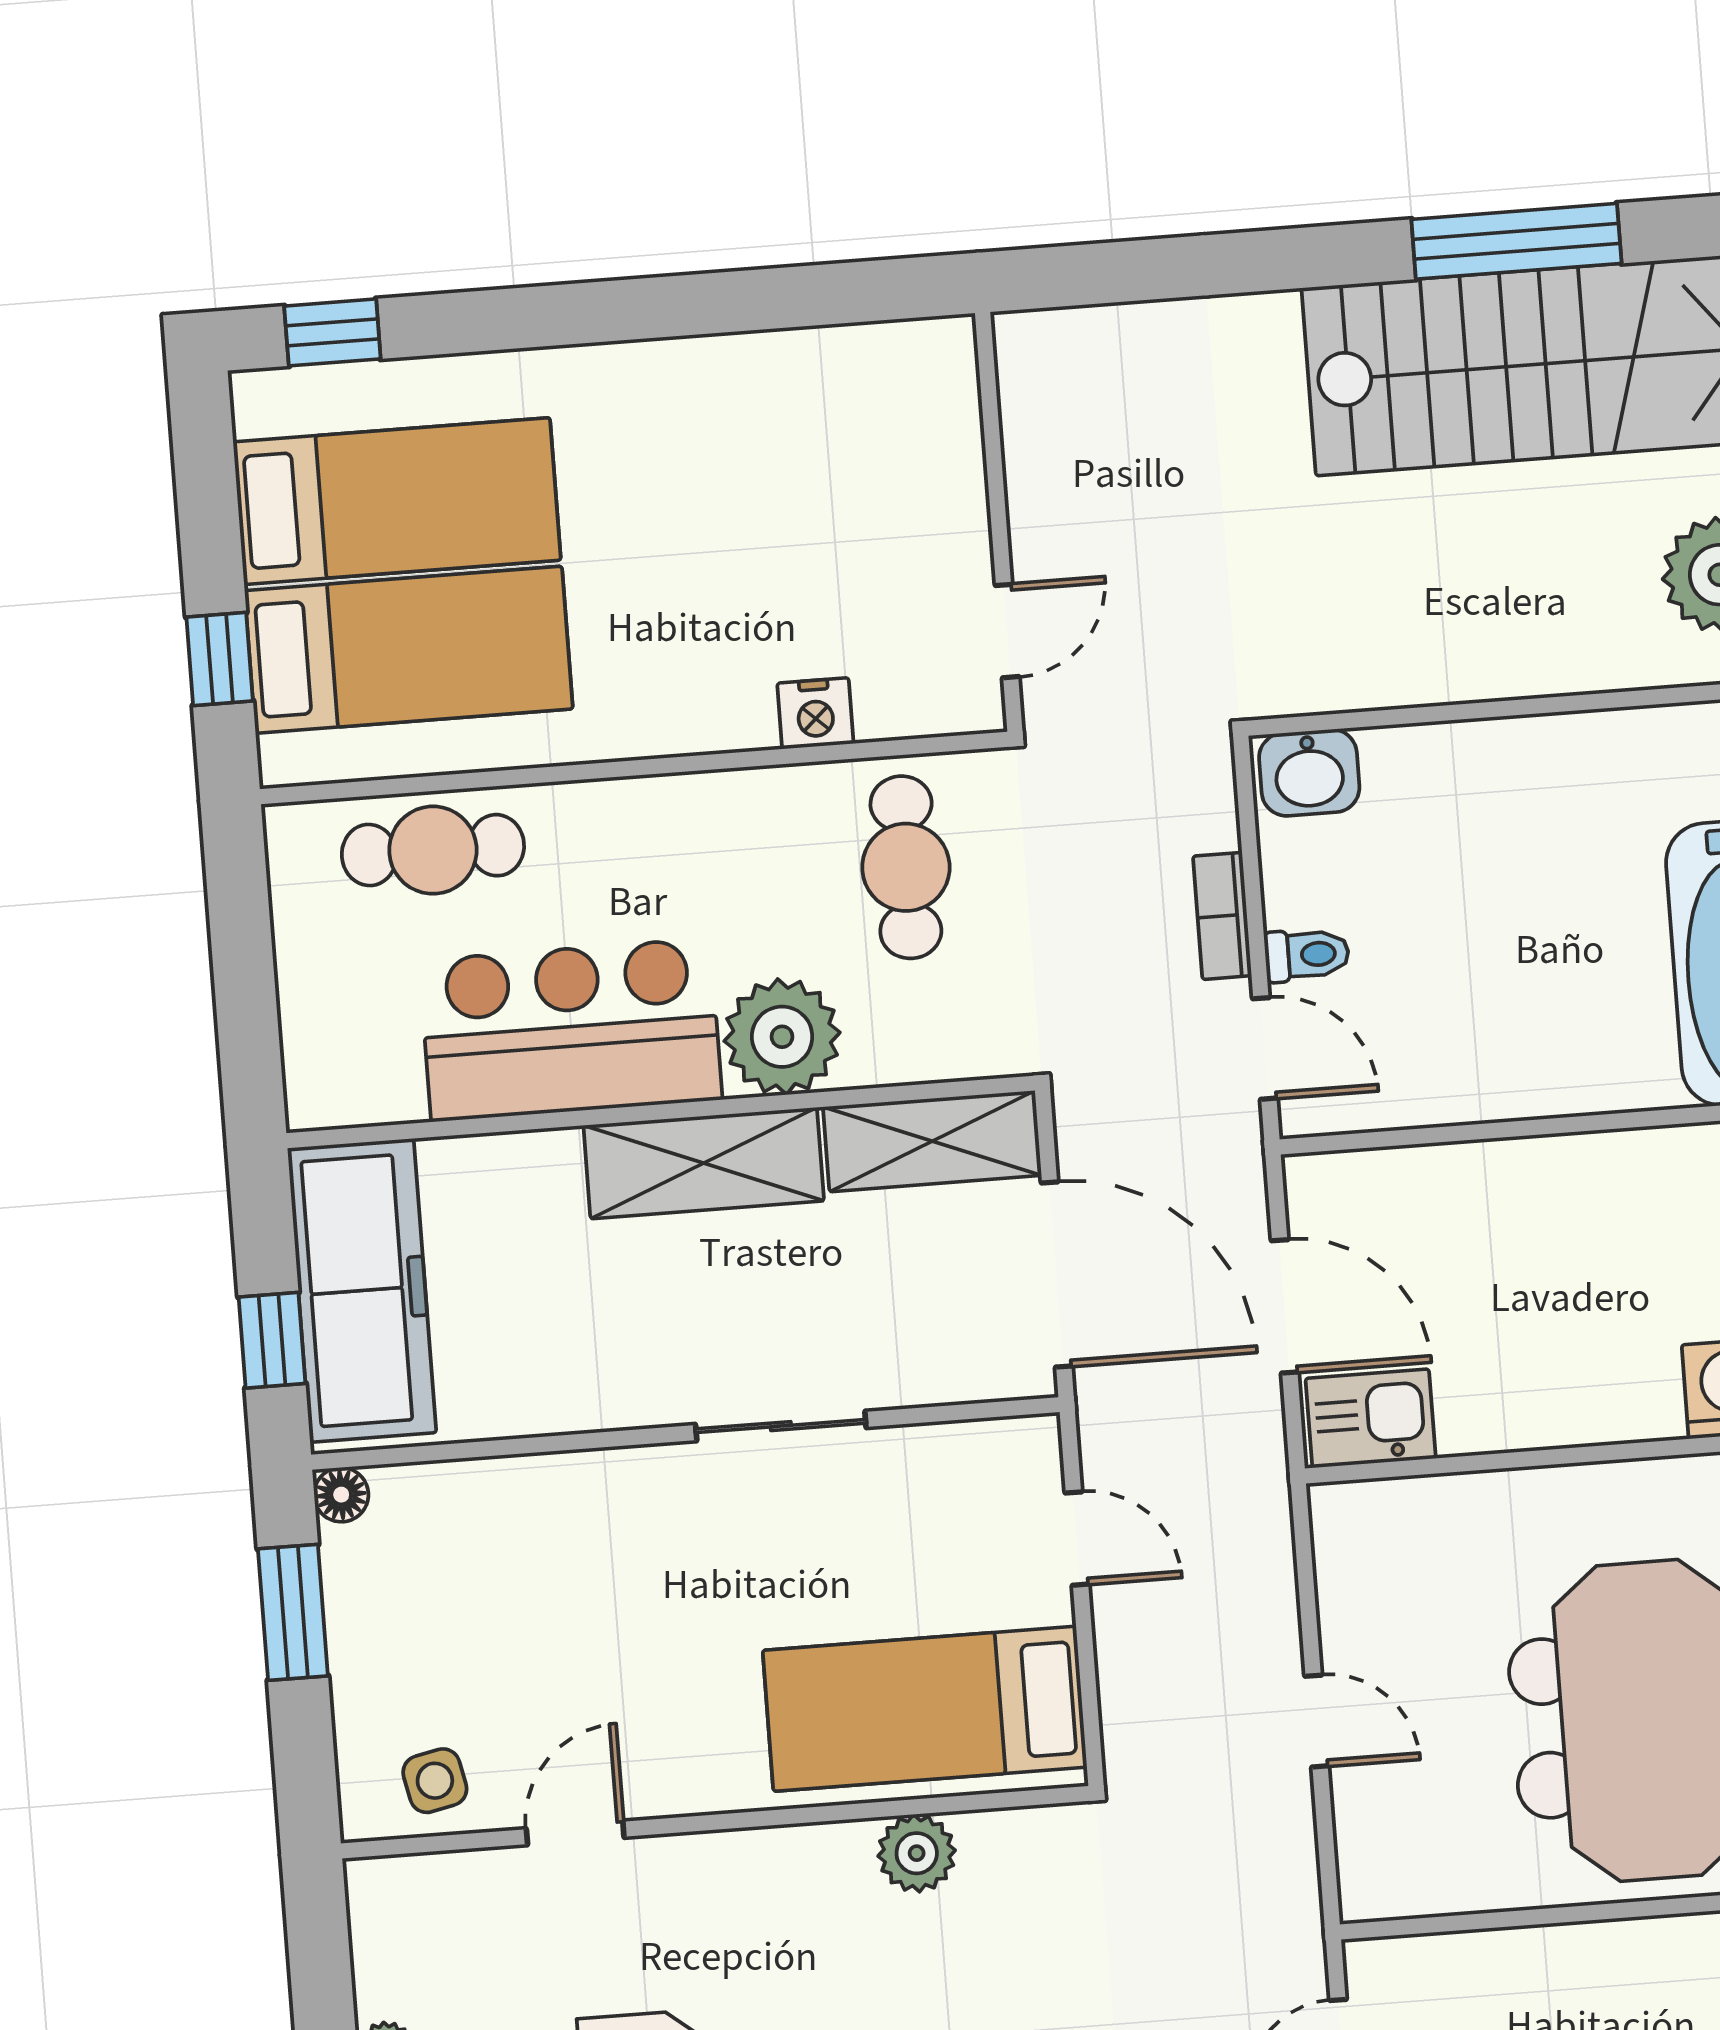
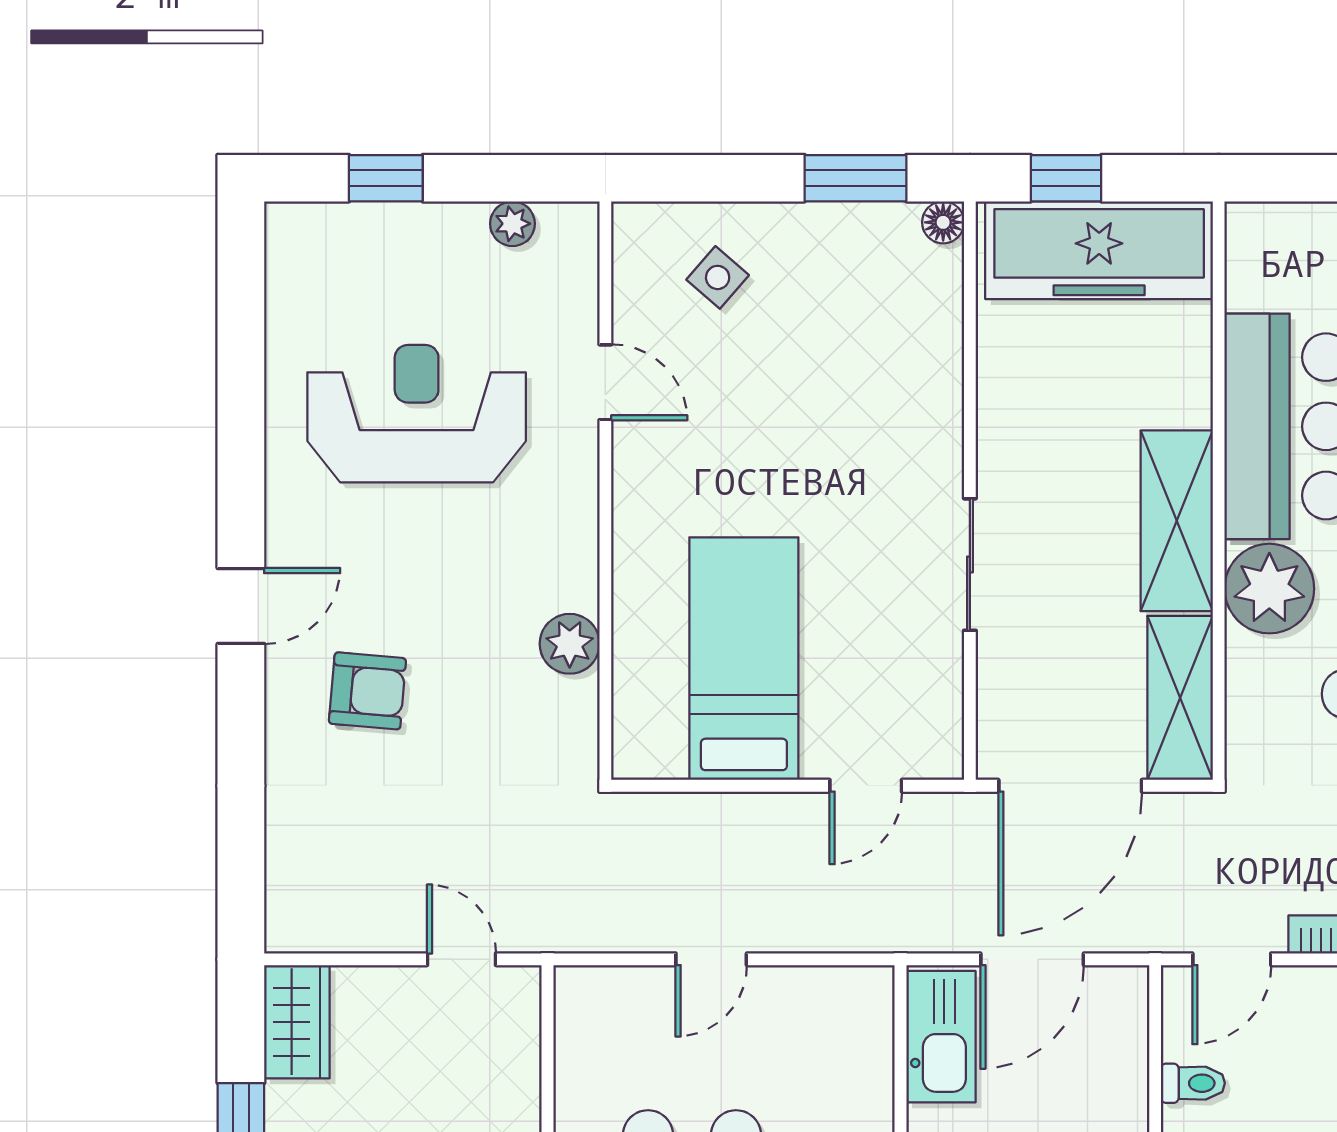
toilet: (1307, 955) -> (1193, 1083), moved, turned -90
kitchen sink: (1371, 1418) -> (941, 1037), width x1.38
side table: (435, 1781) -> (718, 277), turned -37
wall: (715, 1822) -> (605, 491), moved
door: (575, 1833) -> (605, 382), moved
plant: (917, 1853) -> (570, 644), moved

